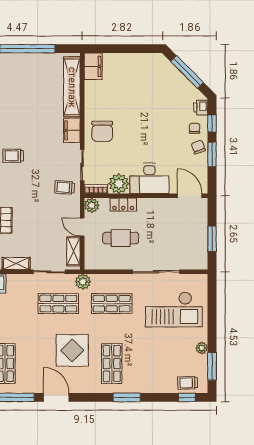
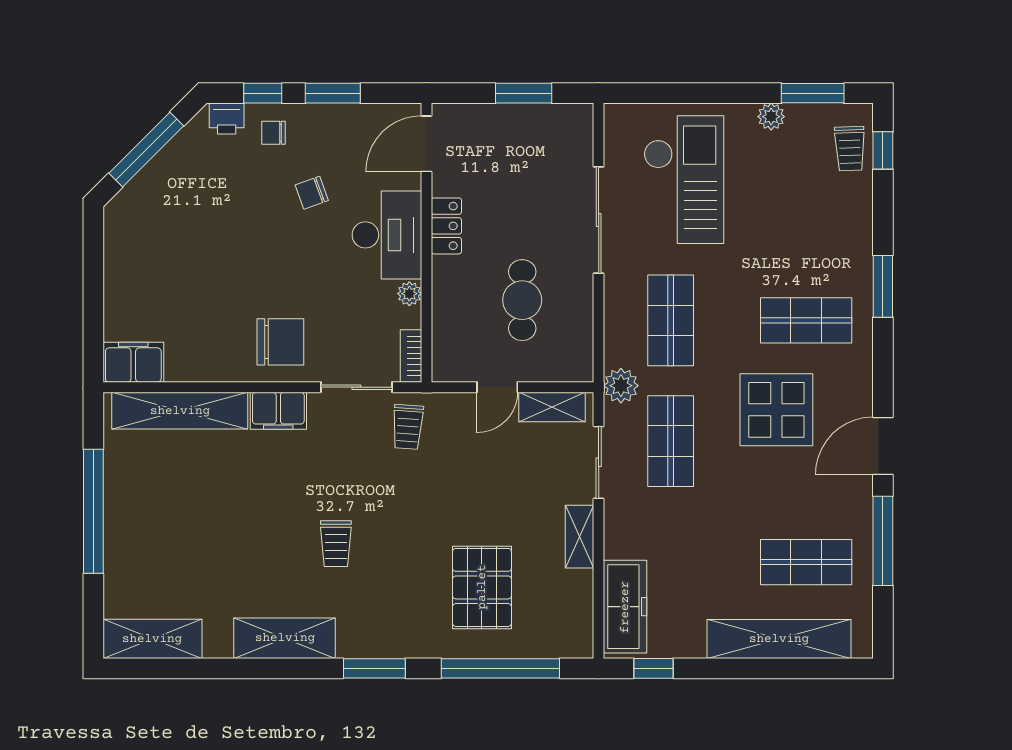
chair: (198, 147) -> (312, 193), moved
plant: (119, 184) -> (409, 294), width x0.53, depth x0.53
plant: (92, 205) -> (448, 366), removed
locker: (123, 205) -> (446, 226), moved

